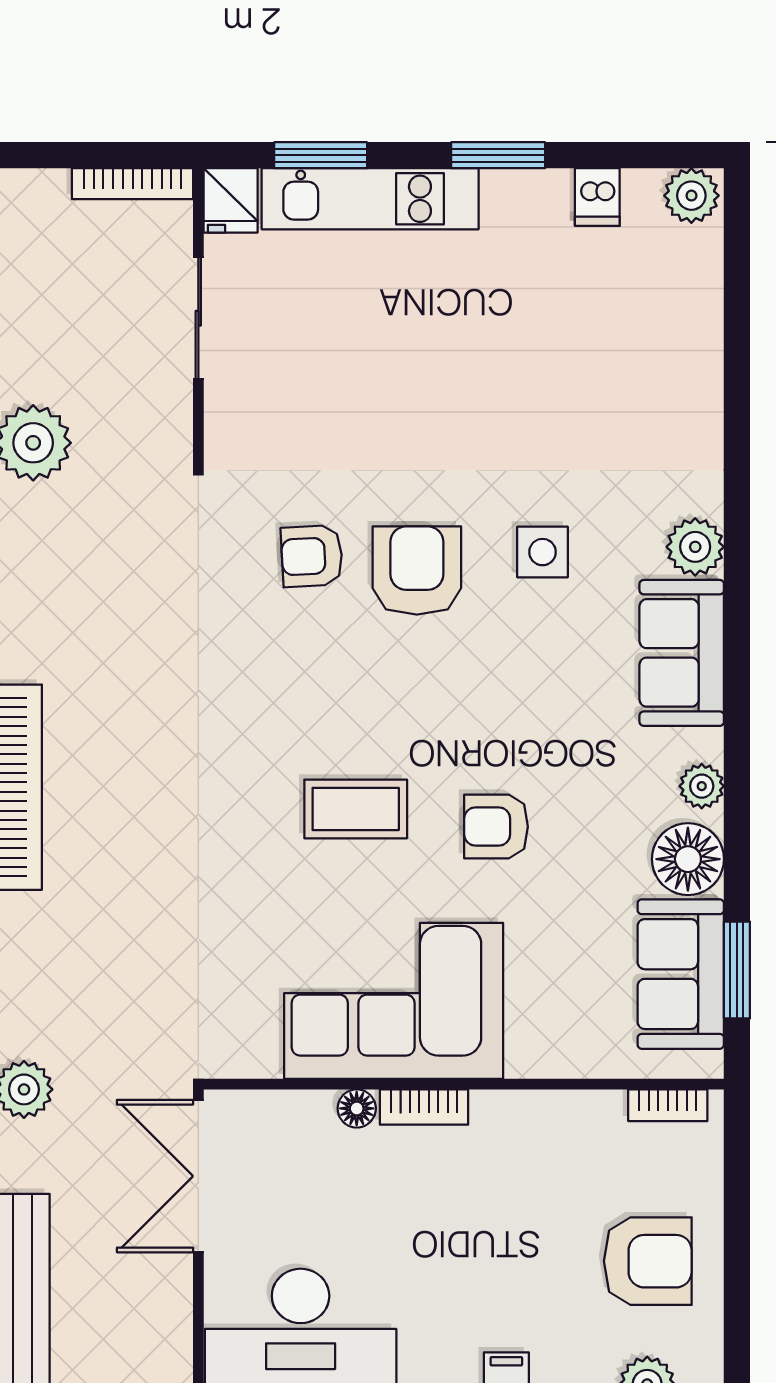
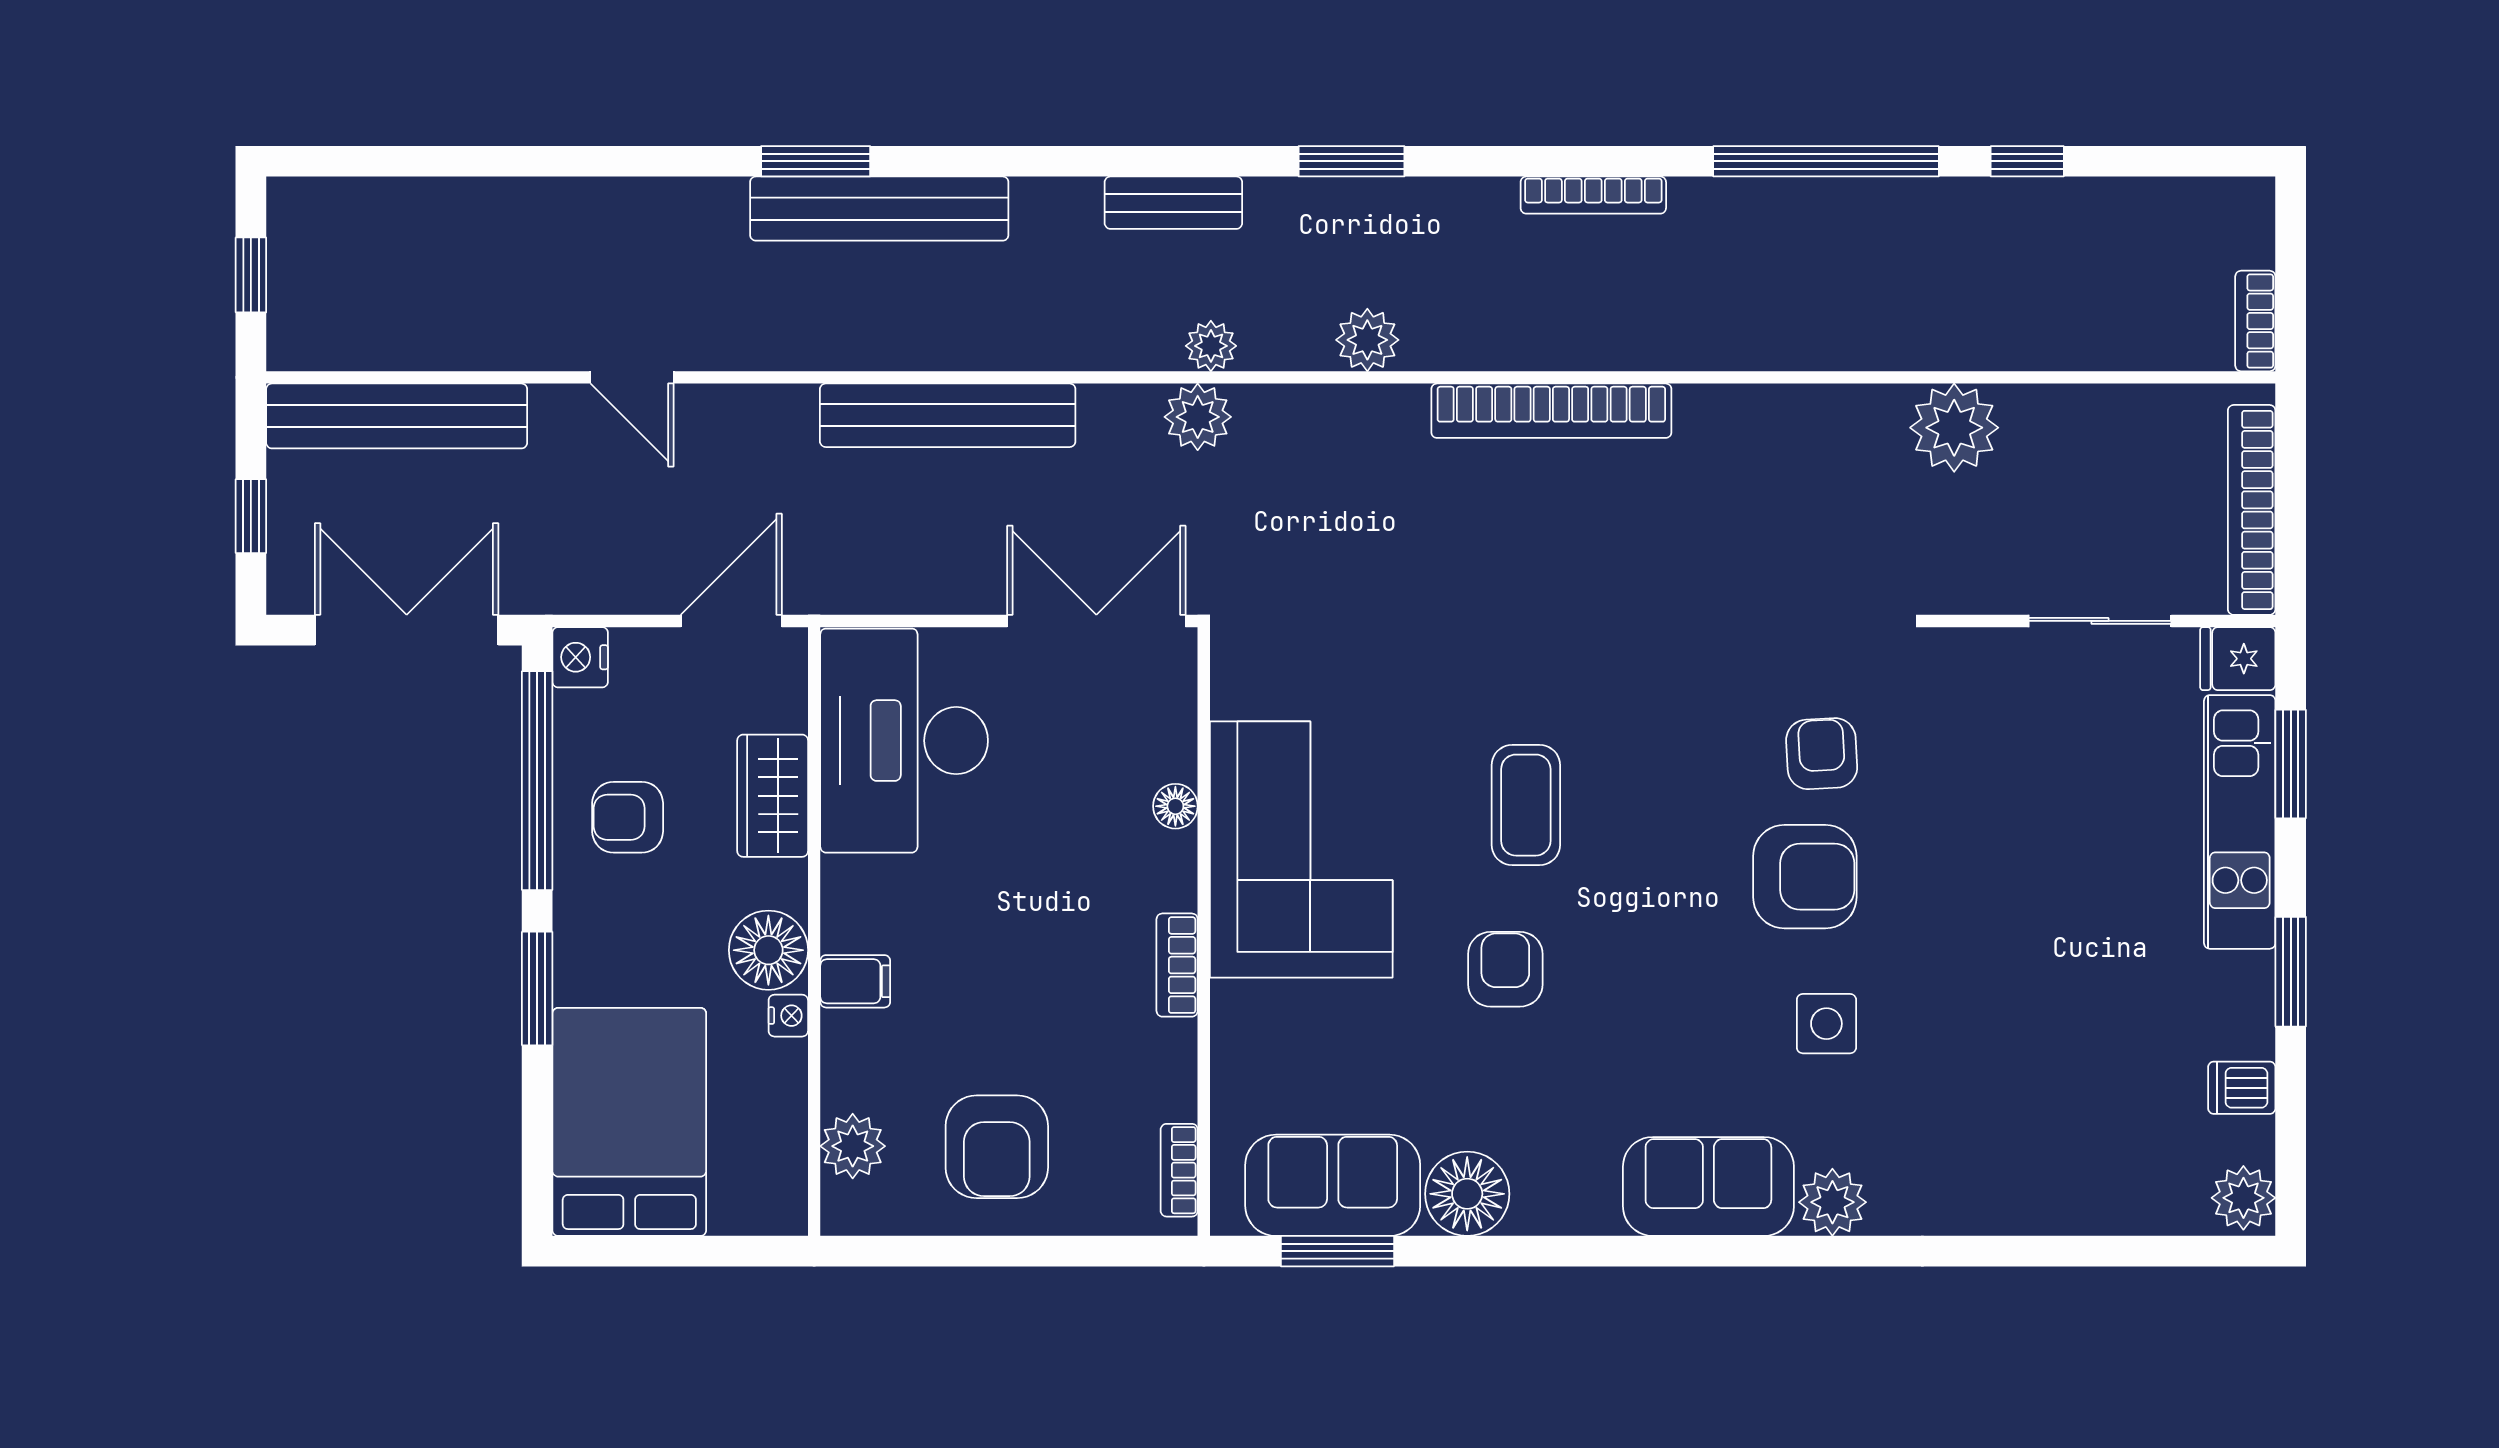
bookcase: (133, 184) -> (2252, 510), width x1.48, depth x1.31
plant: (702, 786) -> (1553, 1210), removed
bookcase: (424, 1107) -> (1177, 965), moved

